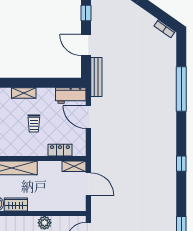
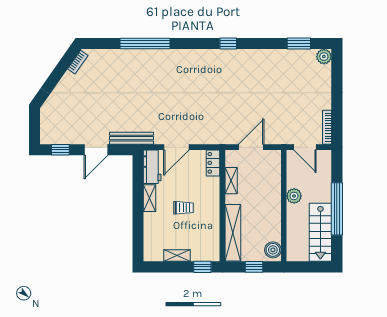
shelving: (24, 93) -> (150, 198), moved
locker: (60, 150) -> (213, 163), moved
shelving: (74, 166) -> (231, 181), moved
wardrobe: (16, 204) -> (274, 228), removed

